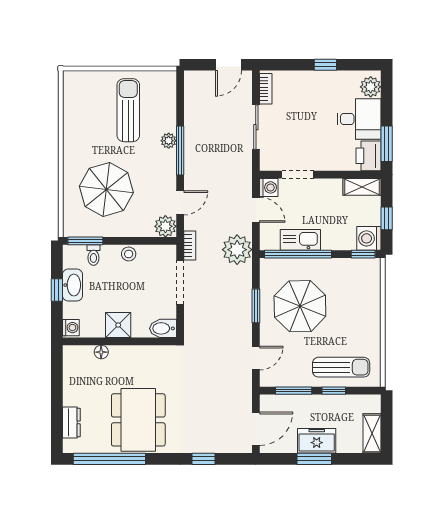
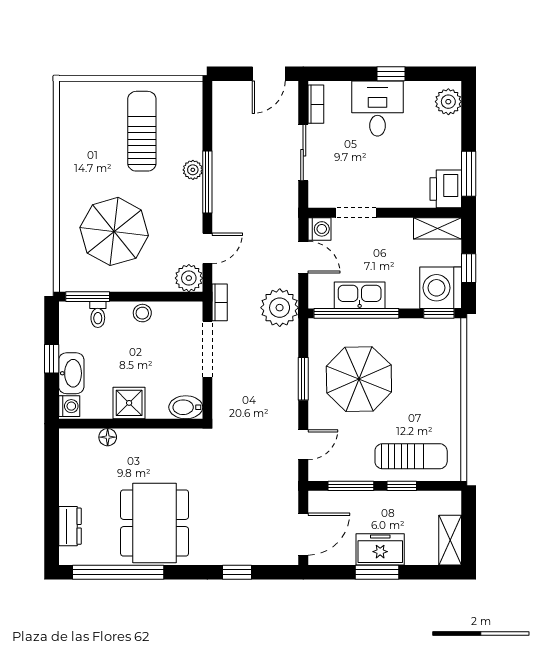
desk: (359, 119) -> (377, 109), moved, turned -90
washing machine: (369, 238) -> (441, 288), width x1.37, depth x1.37
washbasin: (72, 285) -> (71, 373), moved

